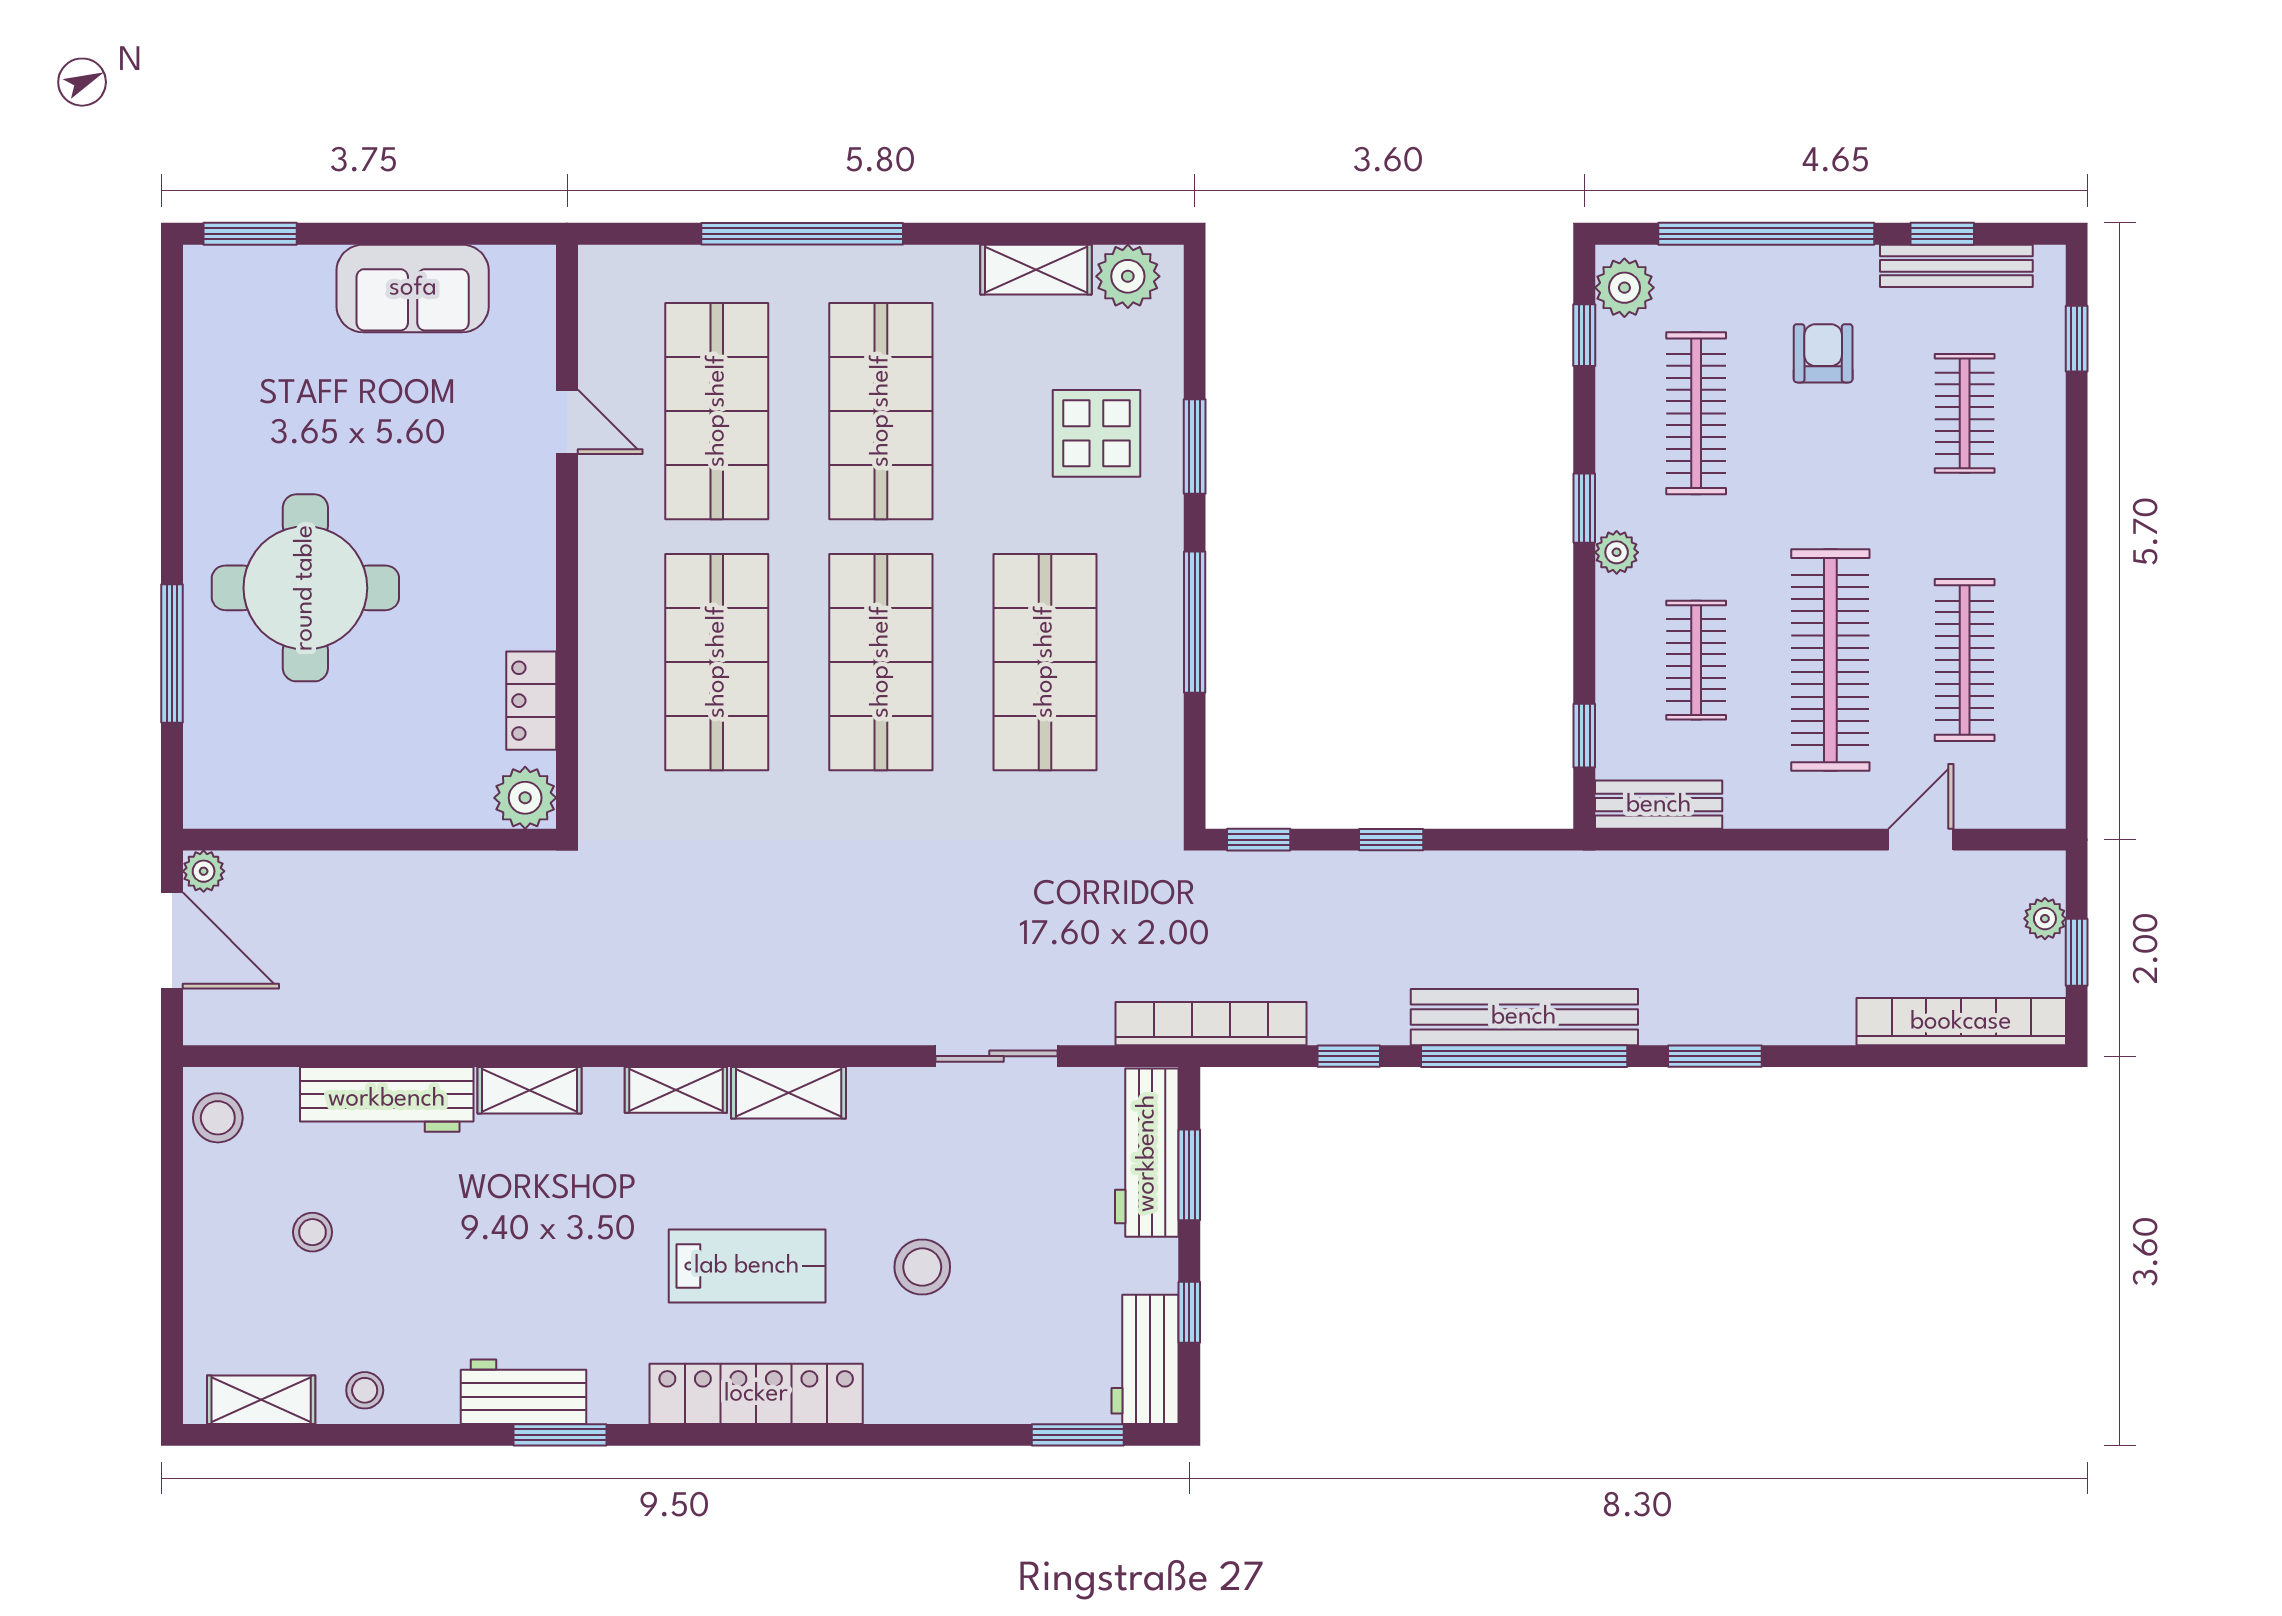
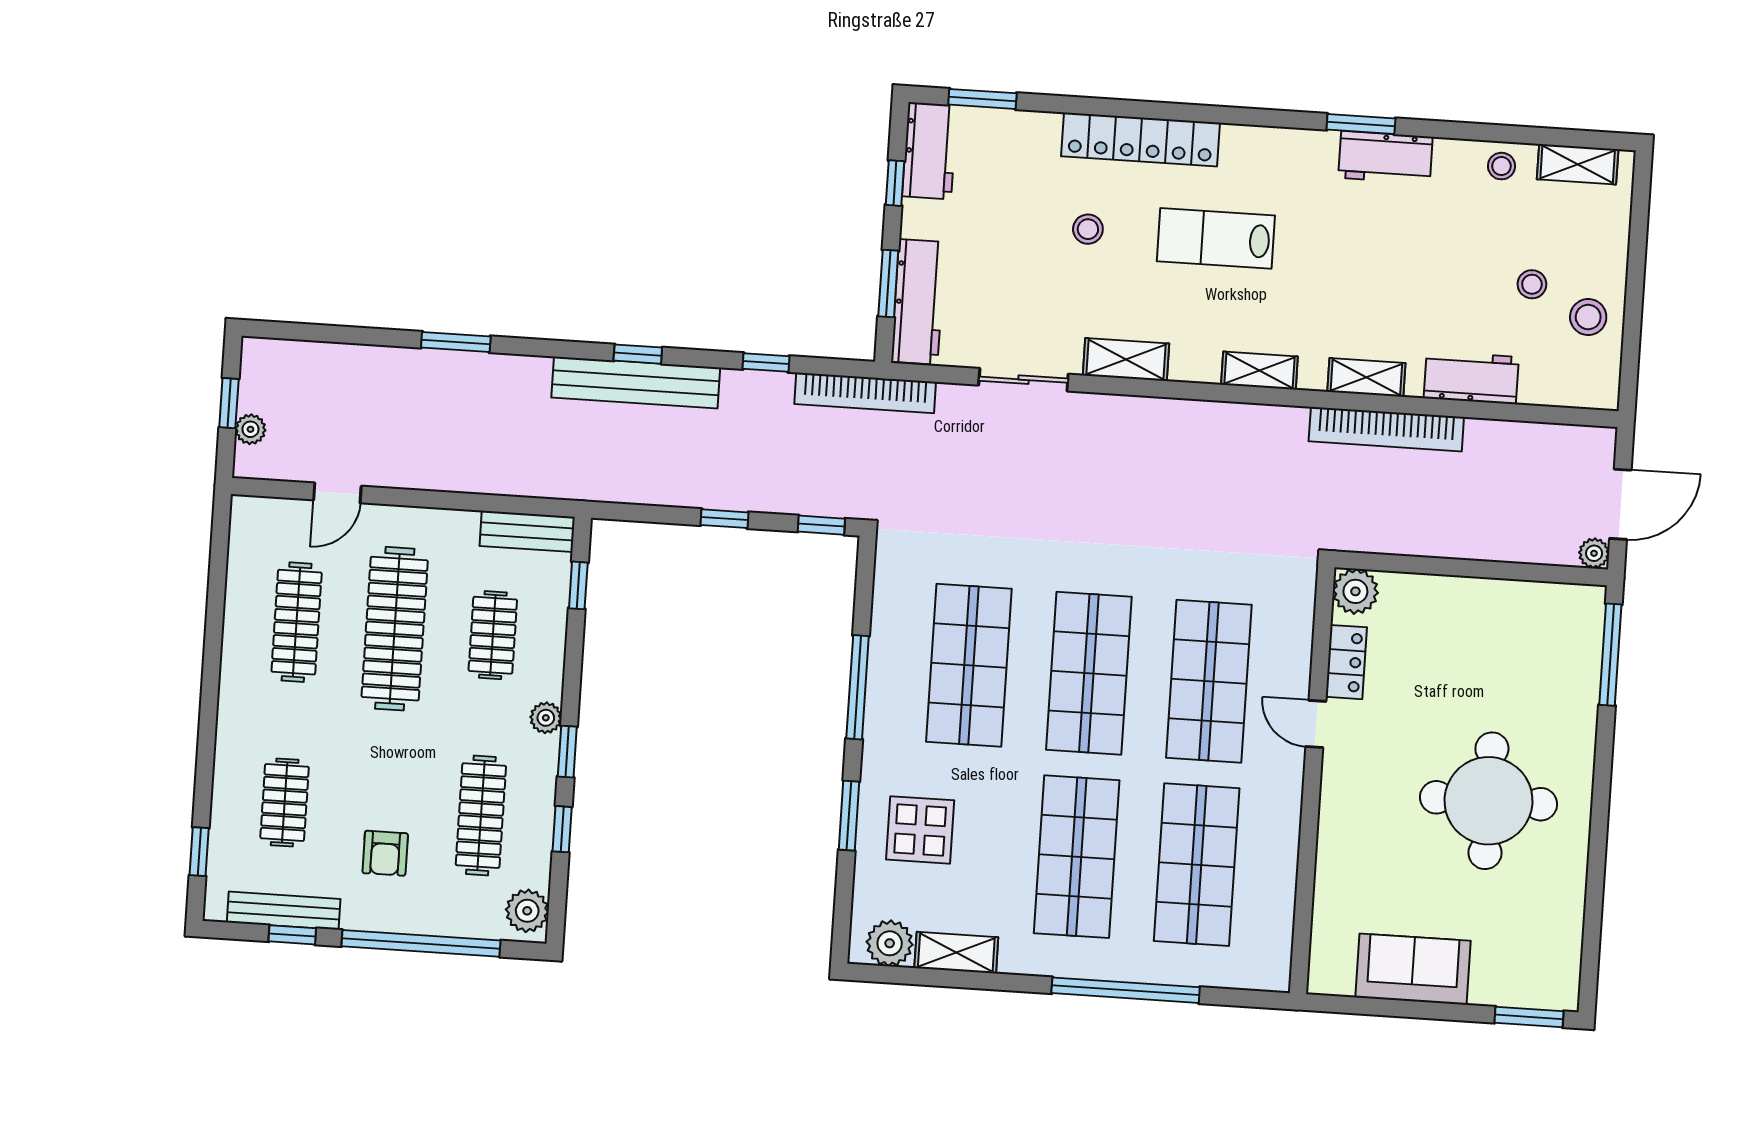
window: (1584, 335) -> (562, 829), moved
door: (567, 422) -> (1316, 724), moved
round table: (305, 588) -> (1488, 801), moved
window: (172, 653) -> (1610, 655), moved
door: (172, 941) -> (1620, 504), swing flipped
bookcase: (1961, 1022) -> (1386, 429), moved
window: (1524, 1056) -> (638, 354), width x0.32
window: (1715, 1056) -> (456, 342), moved
shelving: (789, 1093) -> (1126, 360), moved
workbench: (387, 1099) -> (1471, 378), width x0.73
stool: (218, 1118) -> (1588, 317), moved
stool: (922, 1267) -> (1088, 229), width x0.73, depth x0.73
locker: (756, 1394) -> (1140, 139), moved

